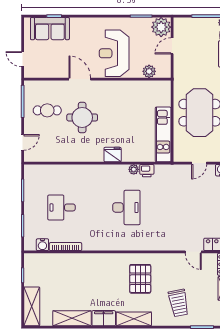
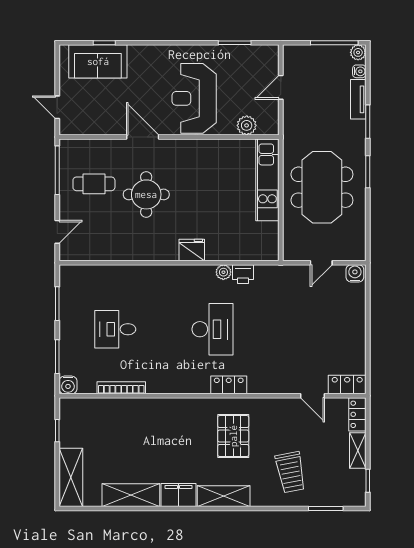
plant: (161, 27) -> (264, 59), removed
kitchen unit: (163, 134) -> (267, 180), moved
water cooler: (42, 245) -> (68, 385), moved
locker: (137, 245) -> (229, 385), added

